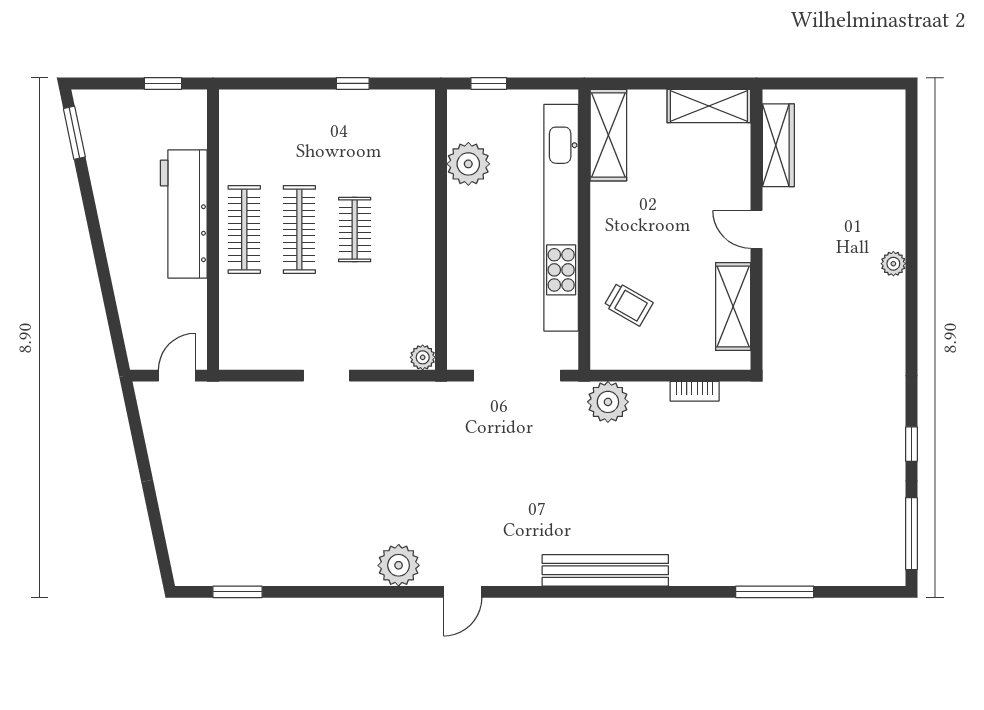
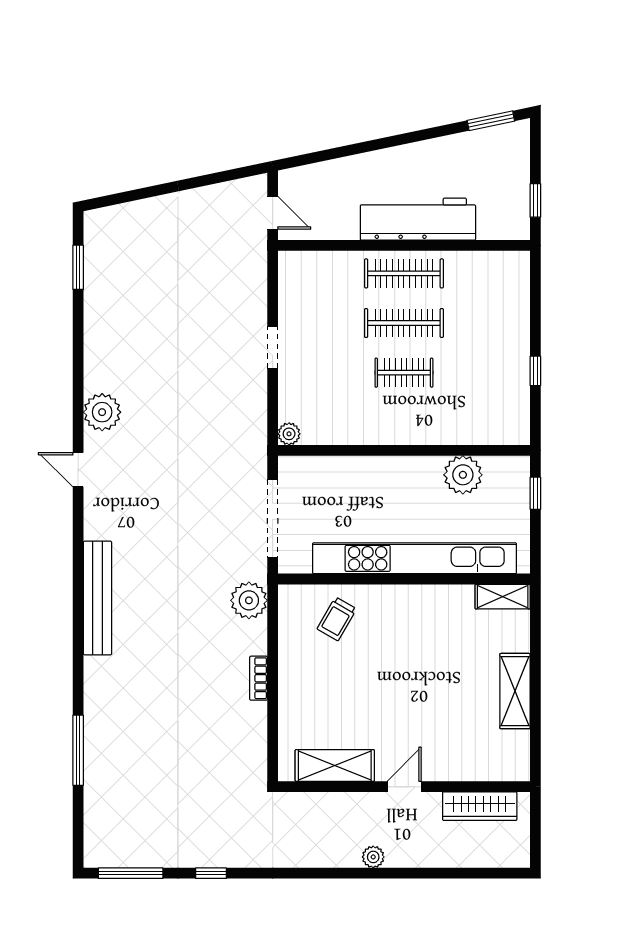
shelving: (608, 135) -> (503, 597), width x0.67, depth x0.75
wardrobe: (778, 145) -> (480, 806), moved
door: (757, 229) -> (404, 787), moved
wall: (757, 230) -> (404, 787), moved
shelving: (733, 306) -> (335, 765), moved

